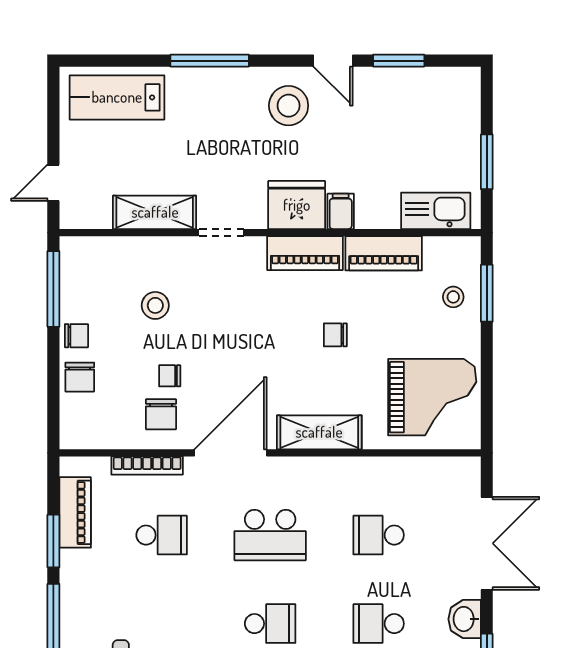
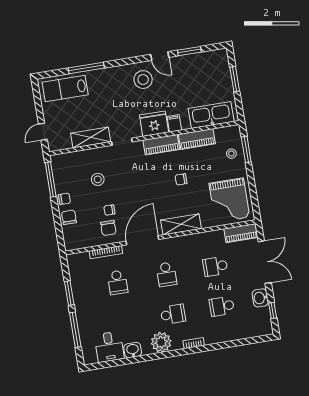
window: (210, 61) -> (86, 68), moved
window: (487, 162) -> (235, 79), moved
kitchen sink: (436, 211) -> (211, 115), width x1.36, depth x1.24
chair: (80, 377) -> (69, 217), turned 180
grand piano: (432, 397) -> (229, 200), turned 90
piano: (75, 512) -> (241, 233), moved, turned 90
school desk: (162, 535) -> (118, 282), turned 90
school desk: (270, 535) -> (166, 274), width x0.54

